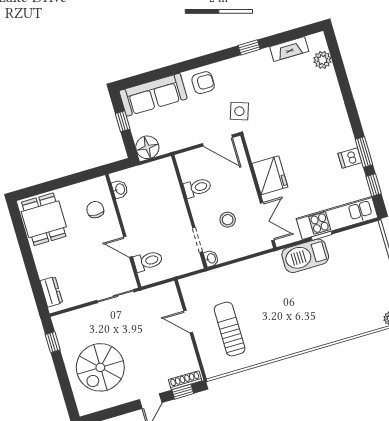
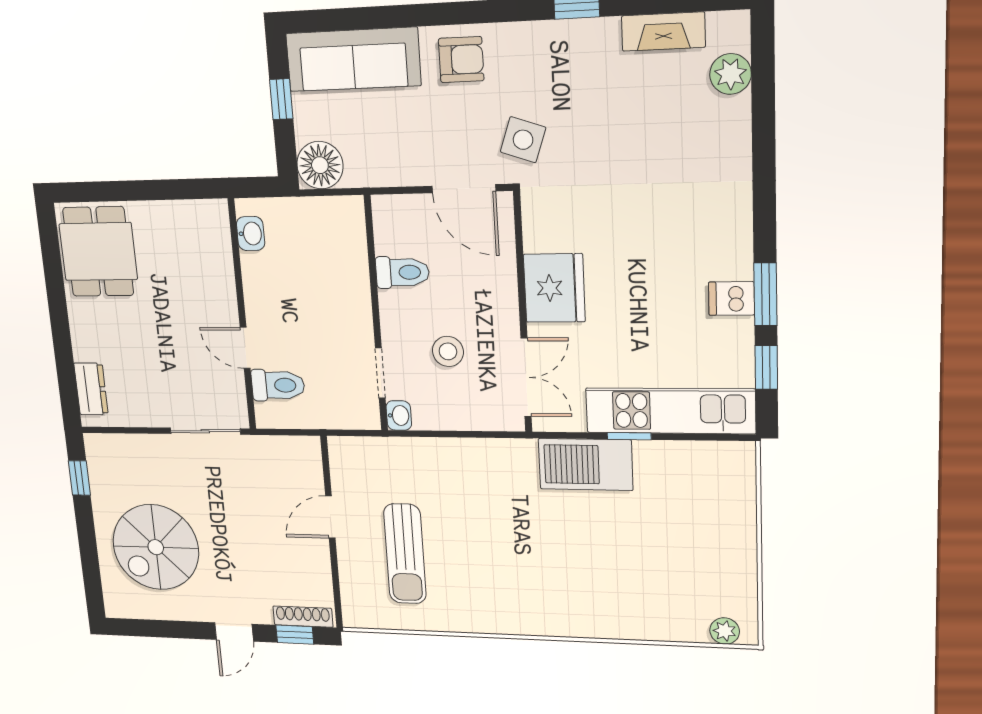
chair: (95, 210) -> (197, 260), removed
door: (188, 322) -> (330, 517), hinge flipped
sun lounger: (230, 329) -> (405, 554), turned 180

